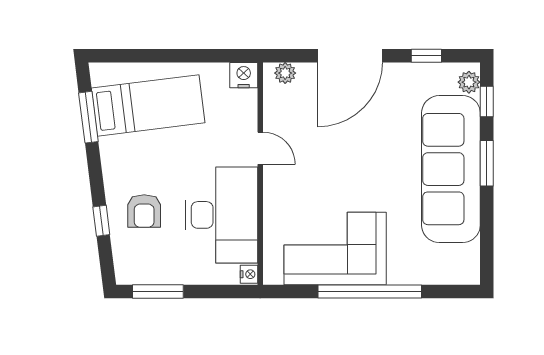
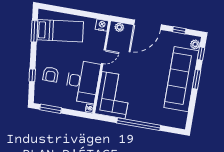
door: (260, 148) -> (103, 57), hinge flipped
corner sofa: (335, 249) -> (114, 95), moved, turned 90

